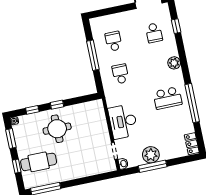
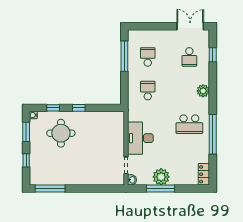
window: (93, 55) -> (124, 56), moved
round table: (57, 129) -> (61, 133), moved
cafe table: (39, 162) -> (49, 161), removed

